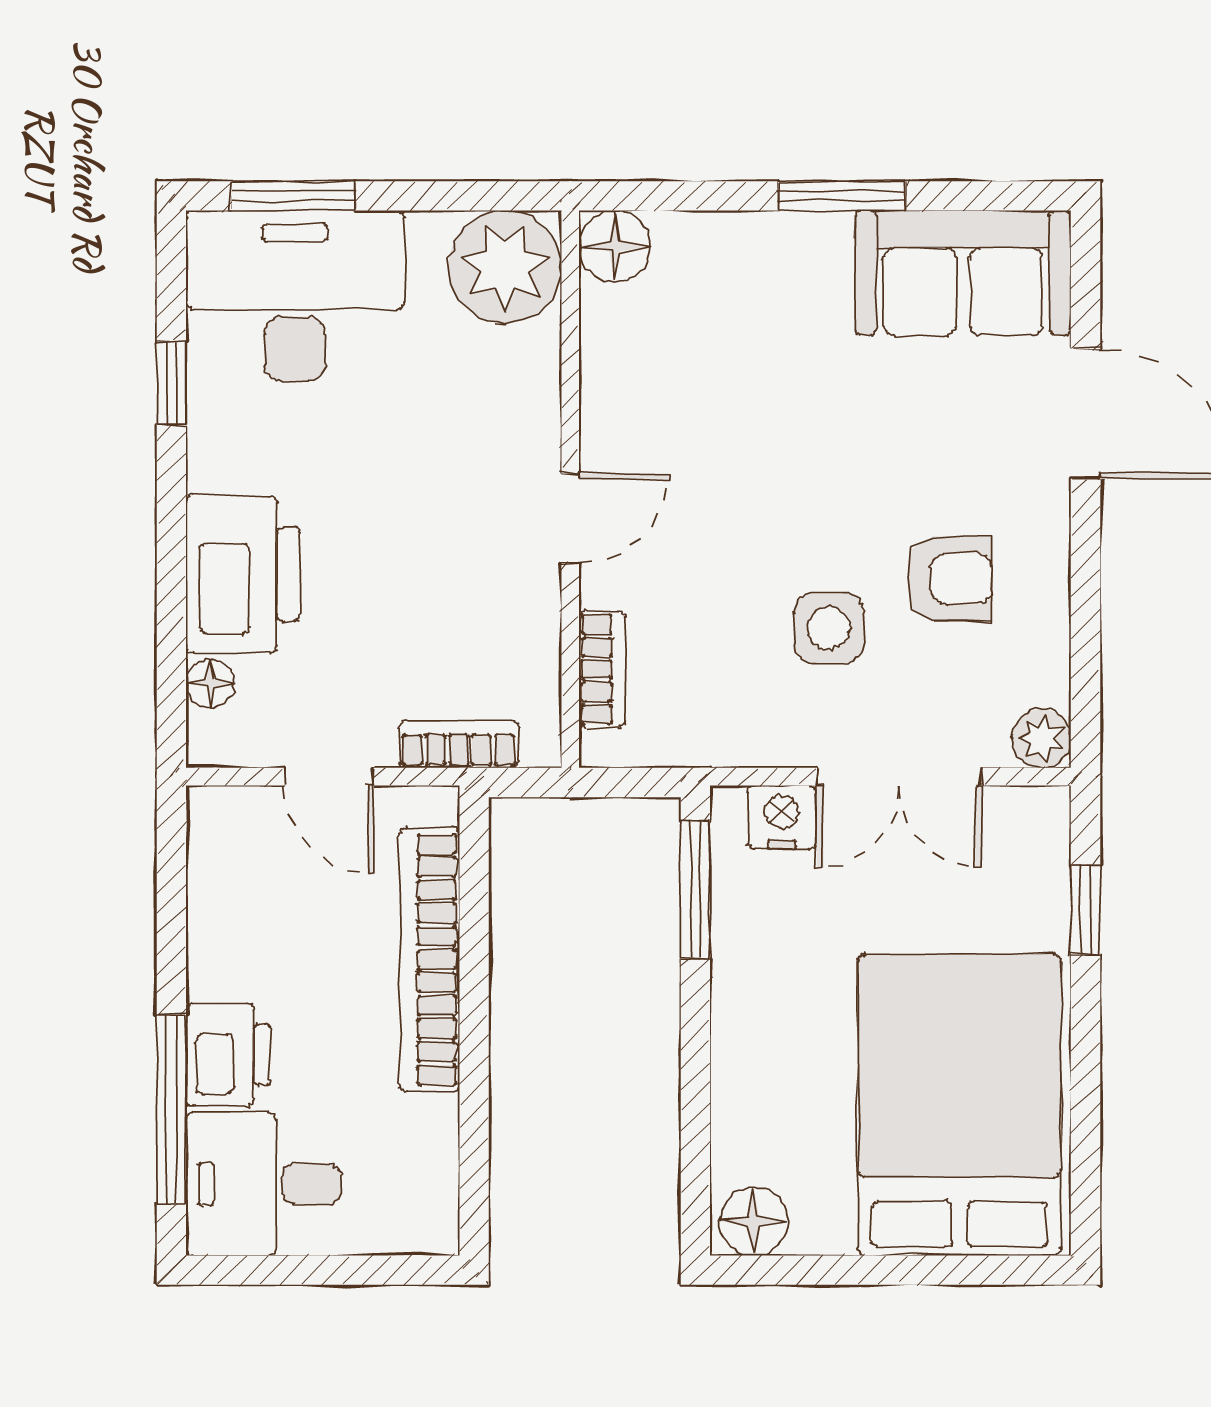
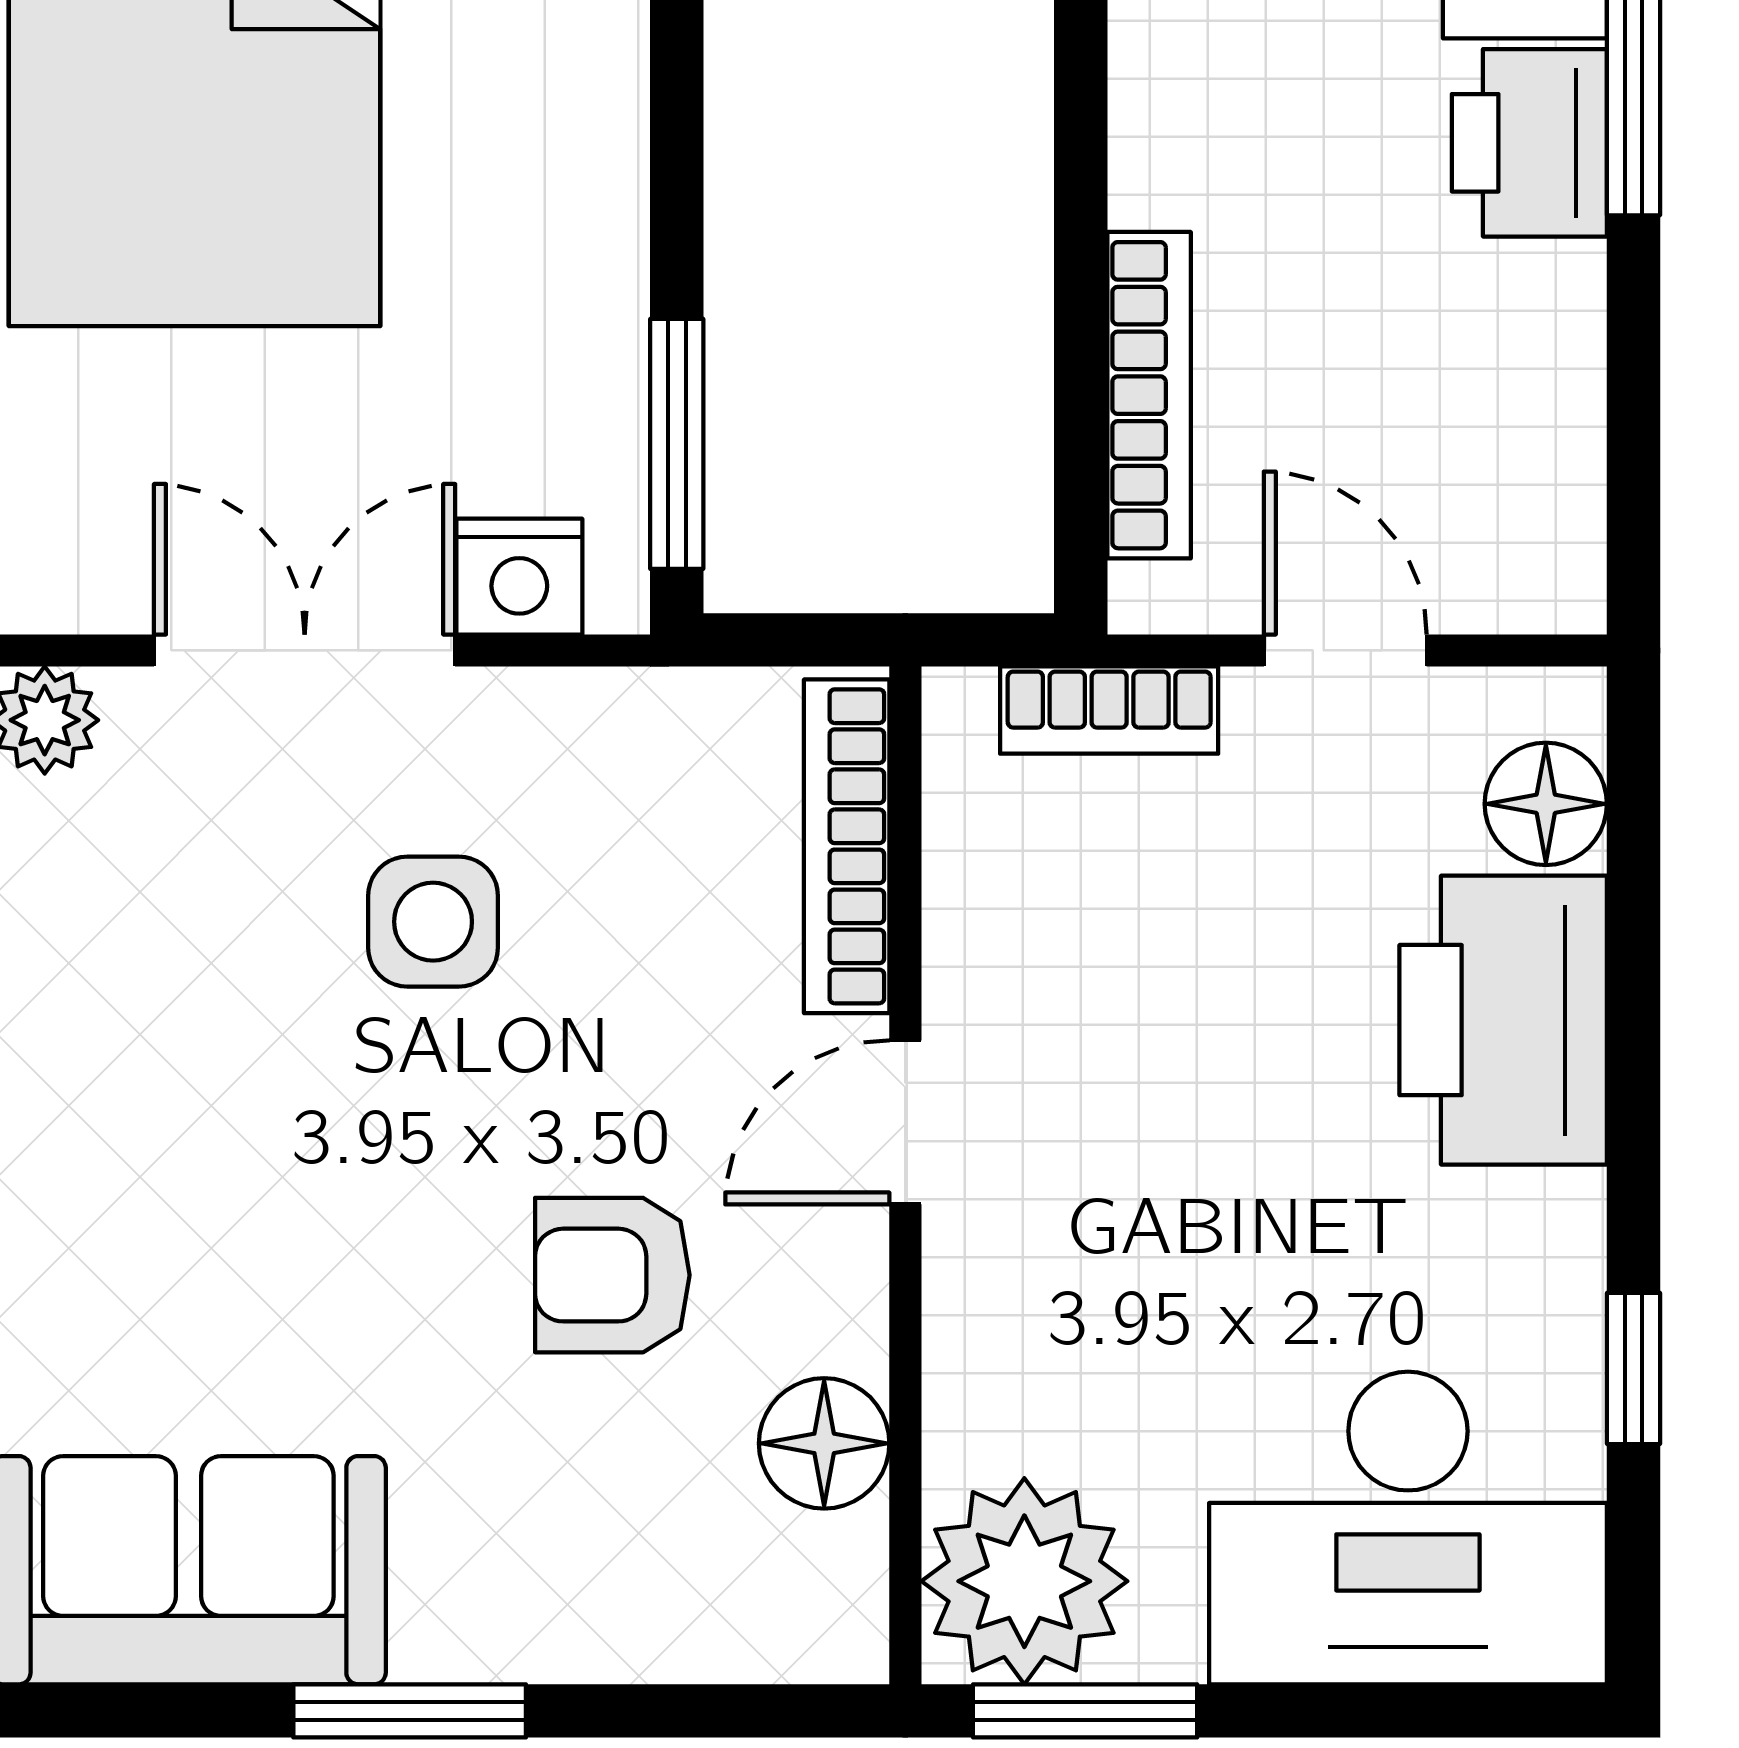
window: (294, 196) -> (1085, 1711), moved
floor lamp: (615, 246) -> (824, 1443), moved
armchair: (950, 579) -> (612, 1275), moved
bookcase: (602, 669) -> (847, 846), width x1.56
floor lamp: (210, 684) -> (1546, 804), width x1.37, depth x1.37
bookcase: (430, 959) -> (1149, 395), width x0.68, depth x0.76

